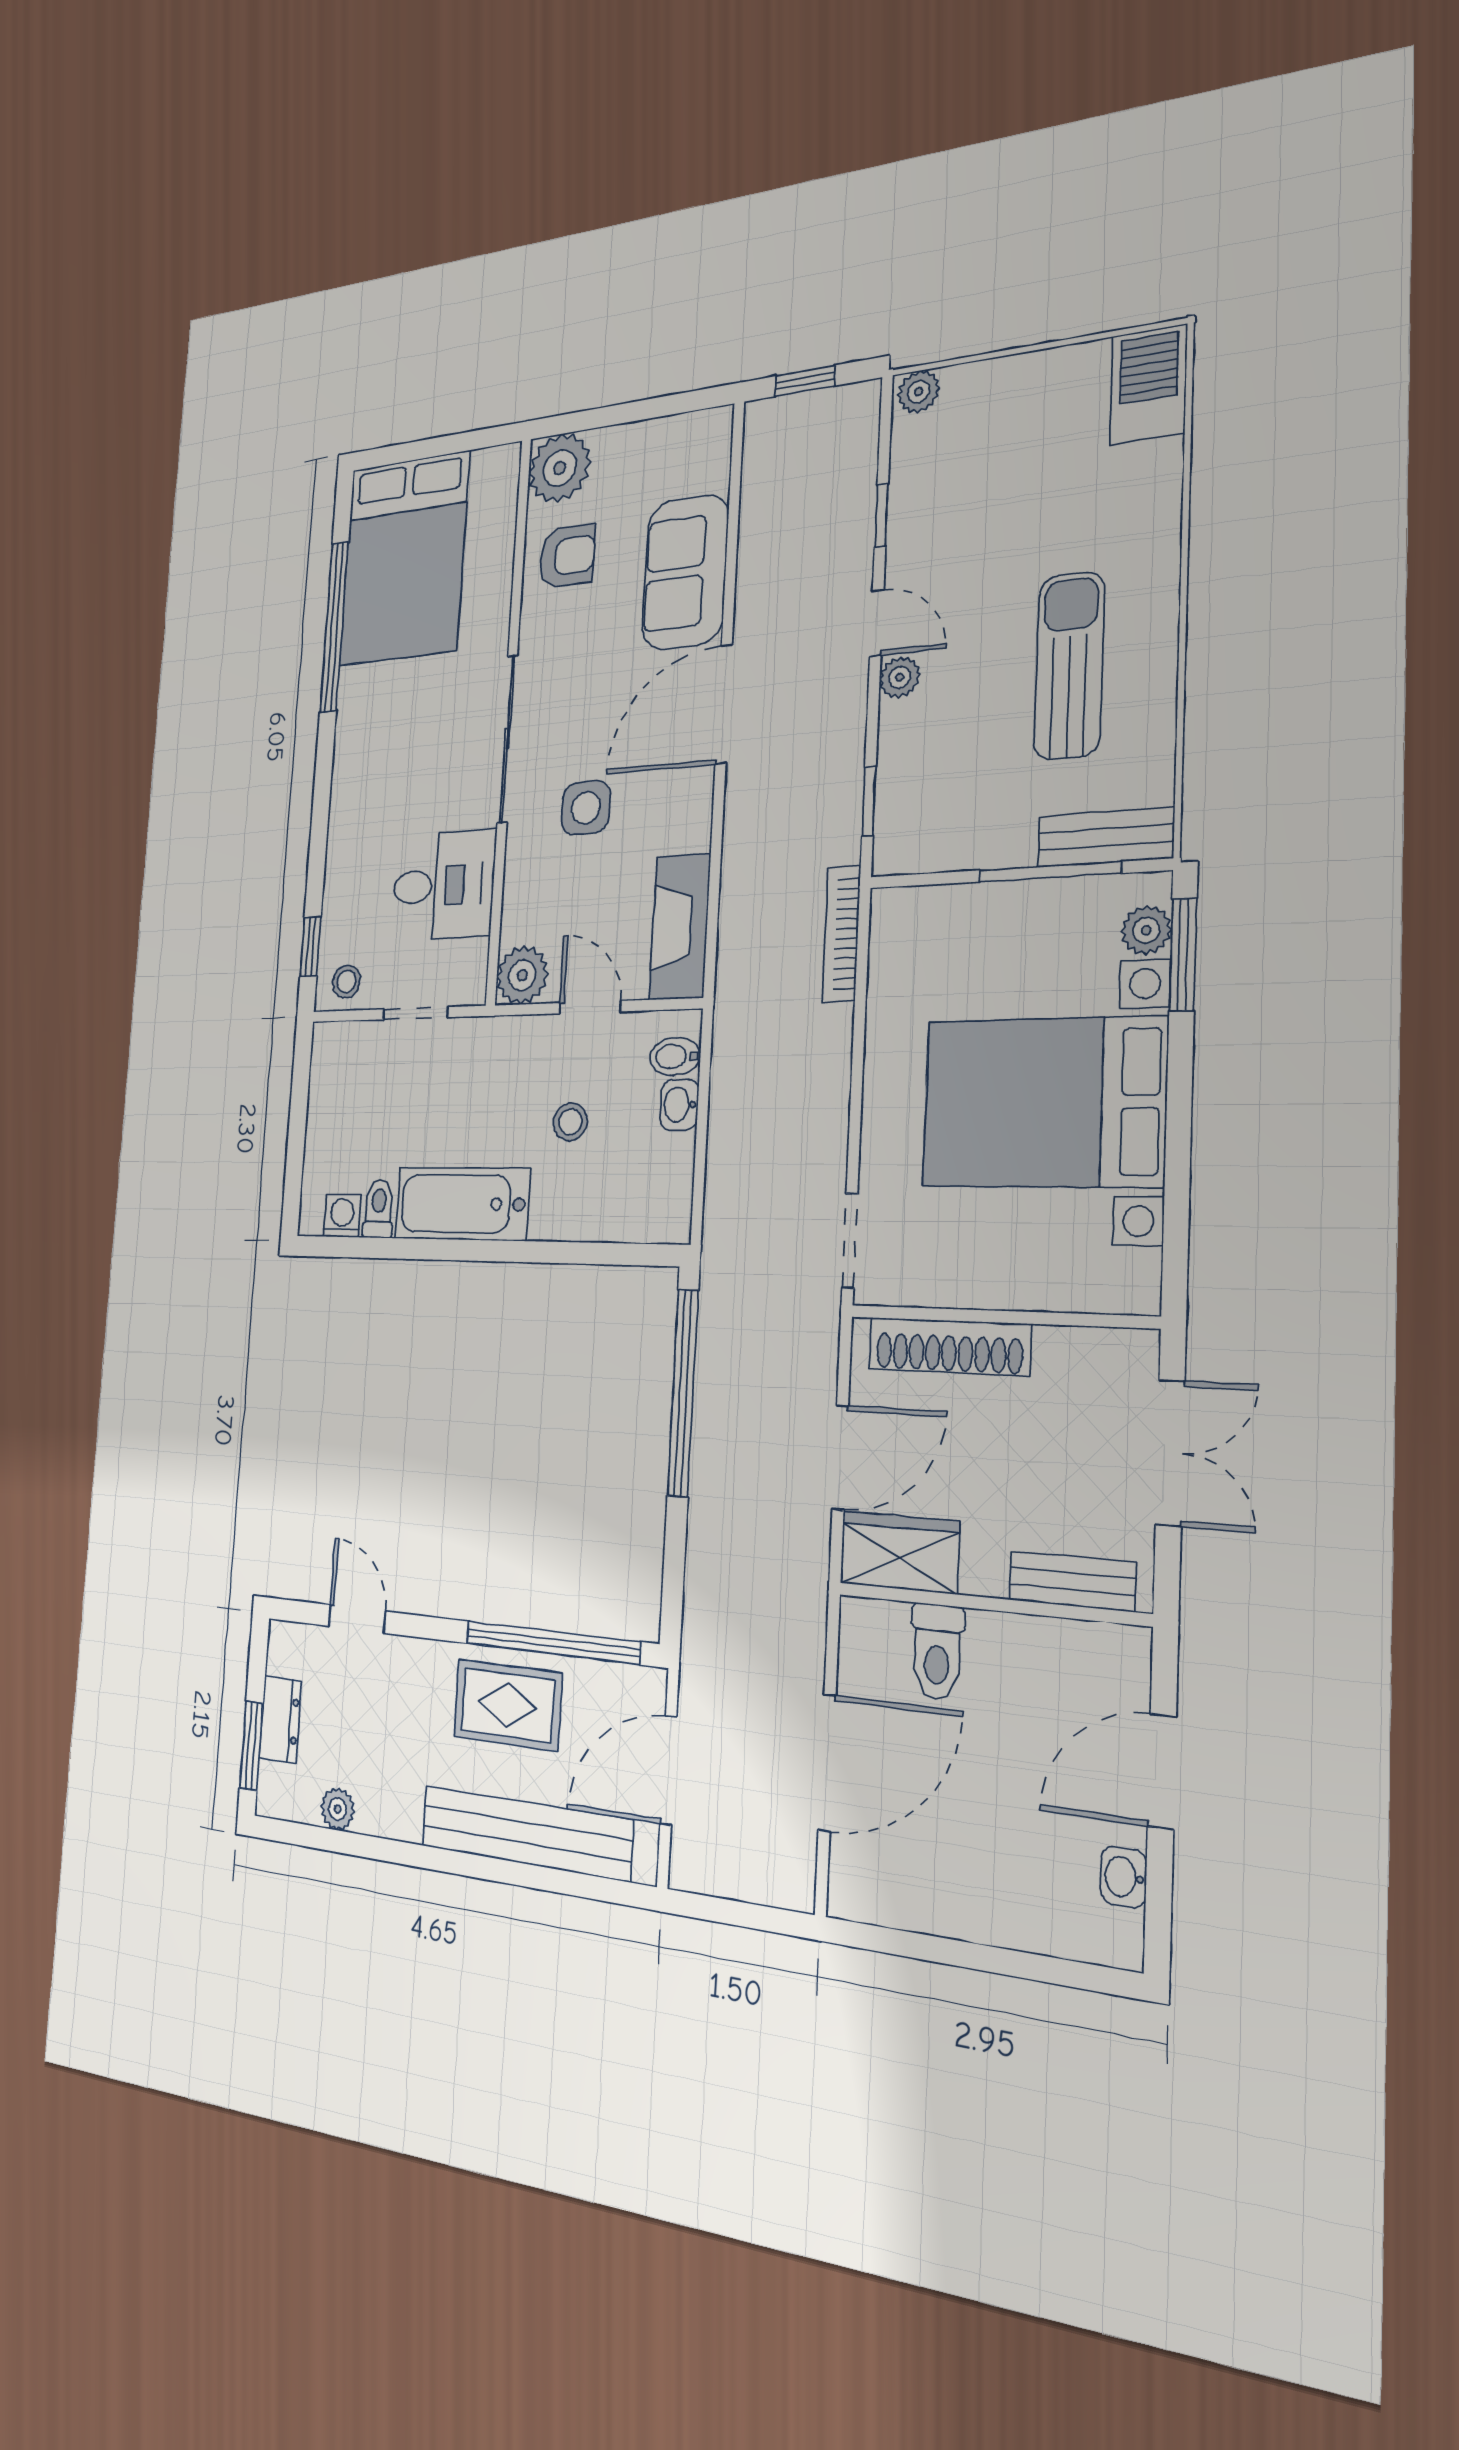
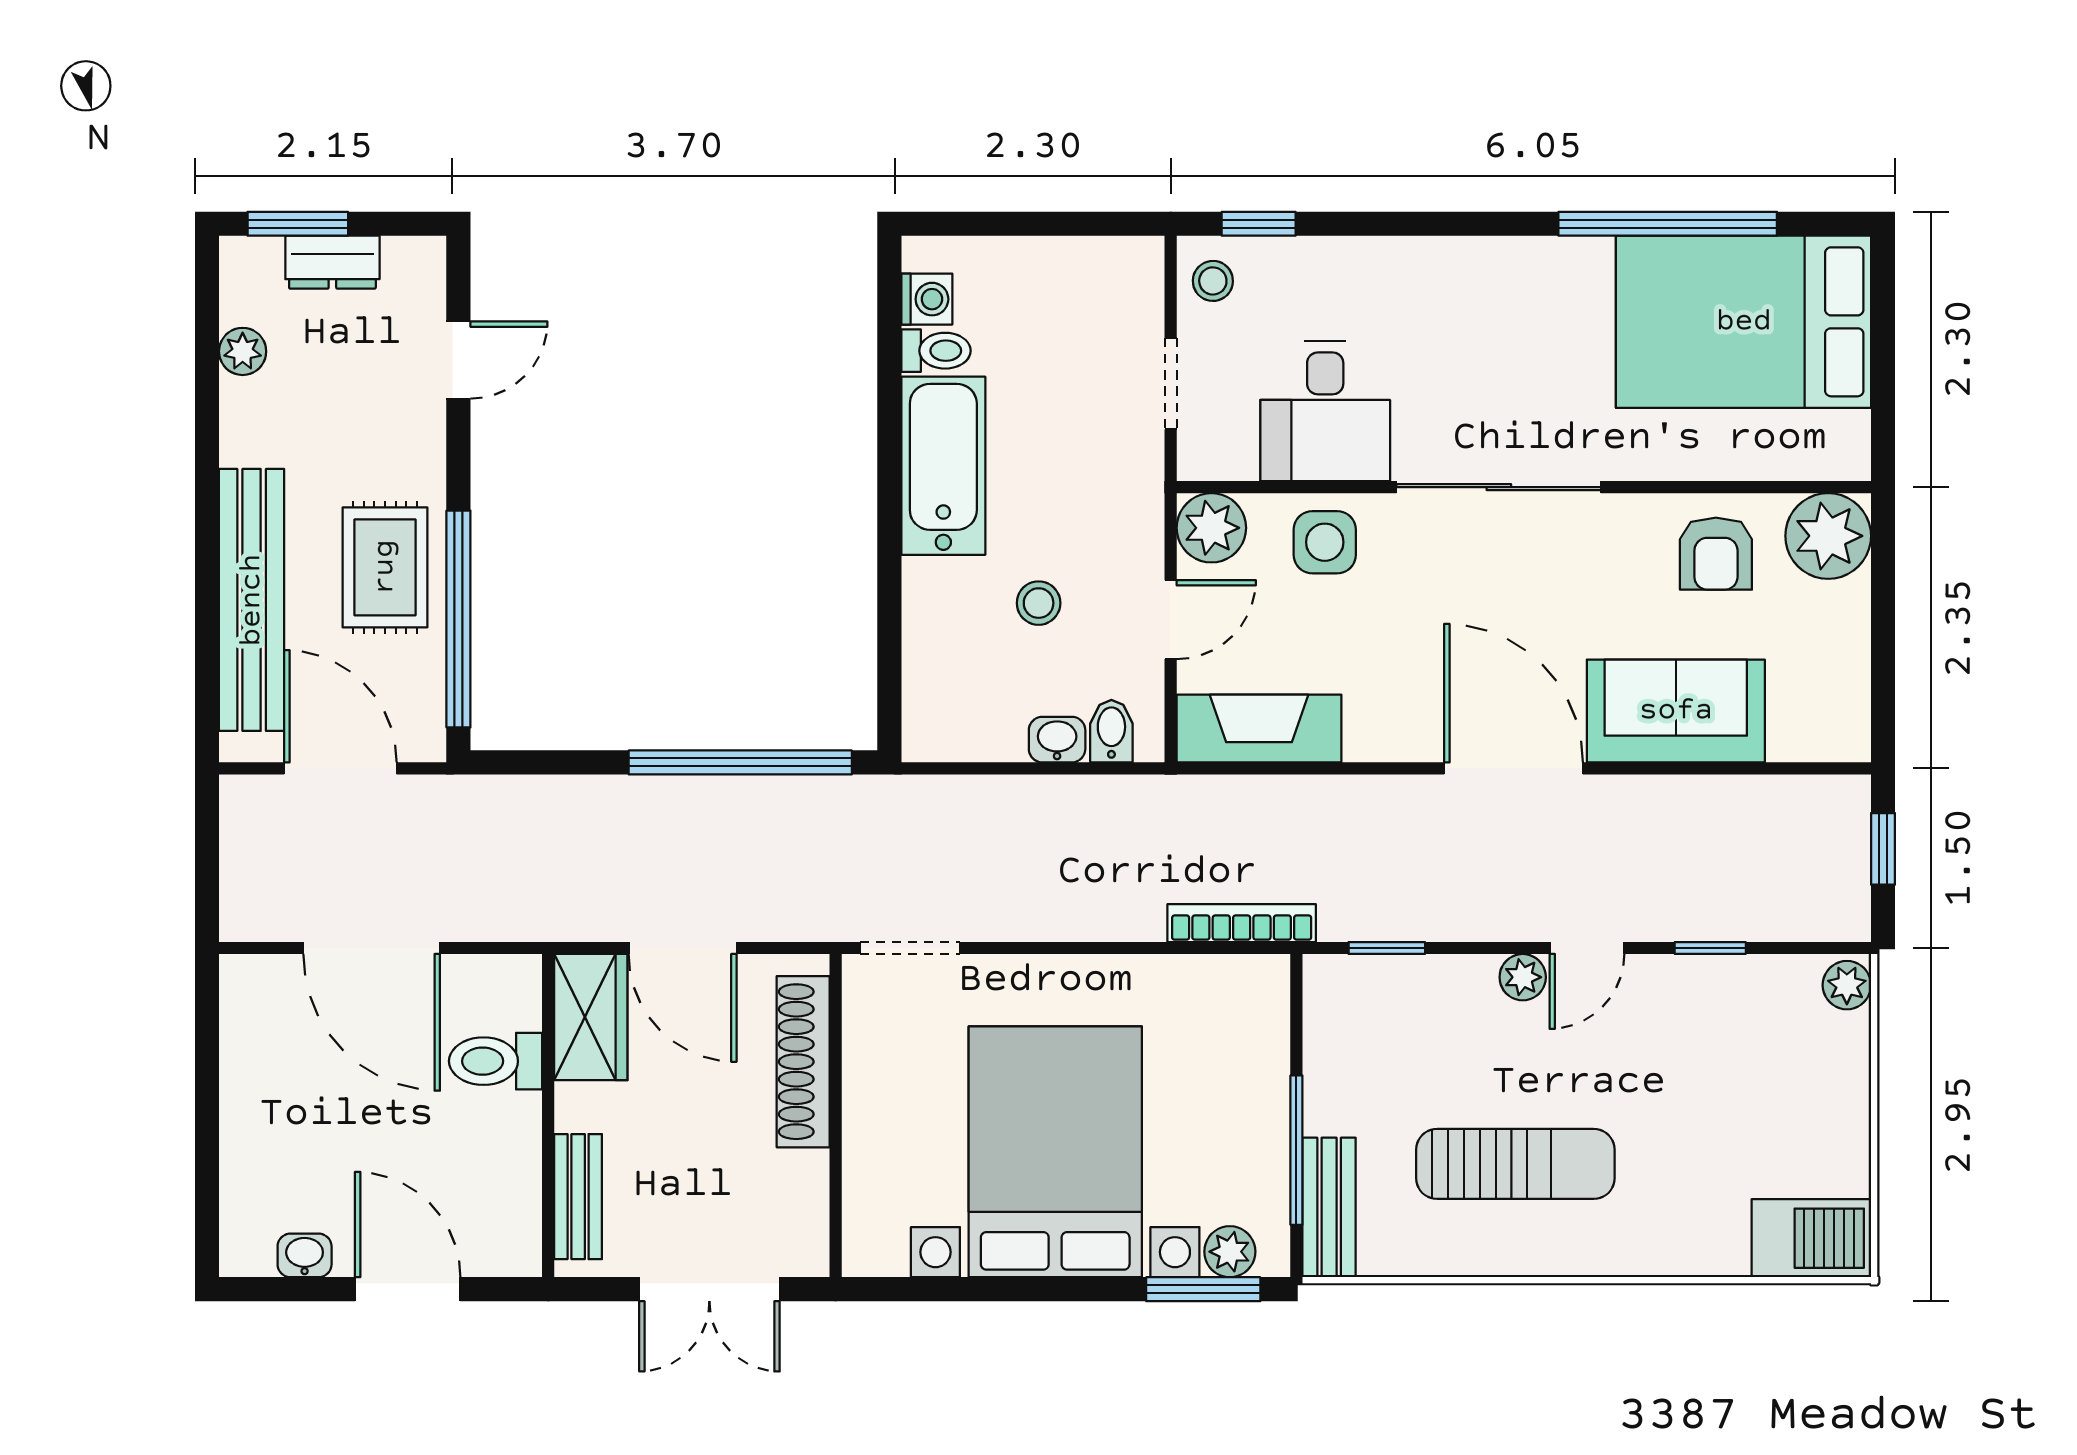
side table: (586, 808) -> (1325, 542), moved

